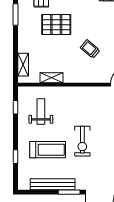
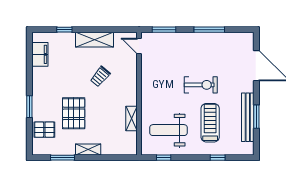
shelving: (23, 65) -> (88, 149), moved
weight bench: (41, 112) -> (168, 130), width x1.36, depth x1.33
window: (69, 192) -> (256, 117), moved

